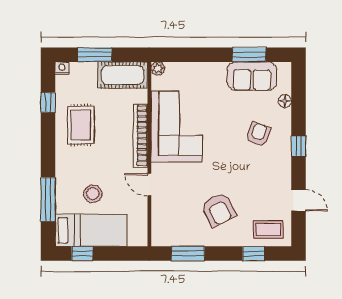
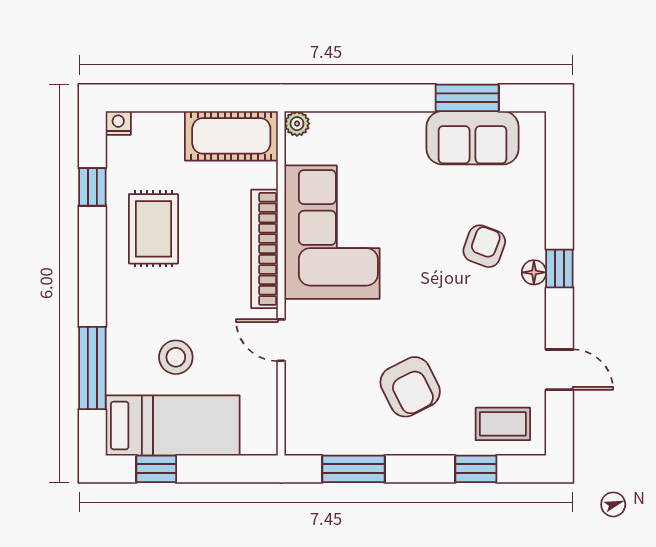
window: (95, 55) -> (179, 98), removed
floor lamp: (285, 101) -> (534, 272), moved

